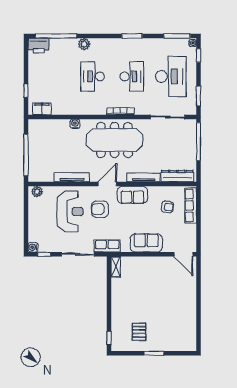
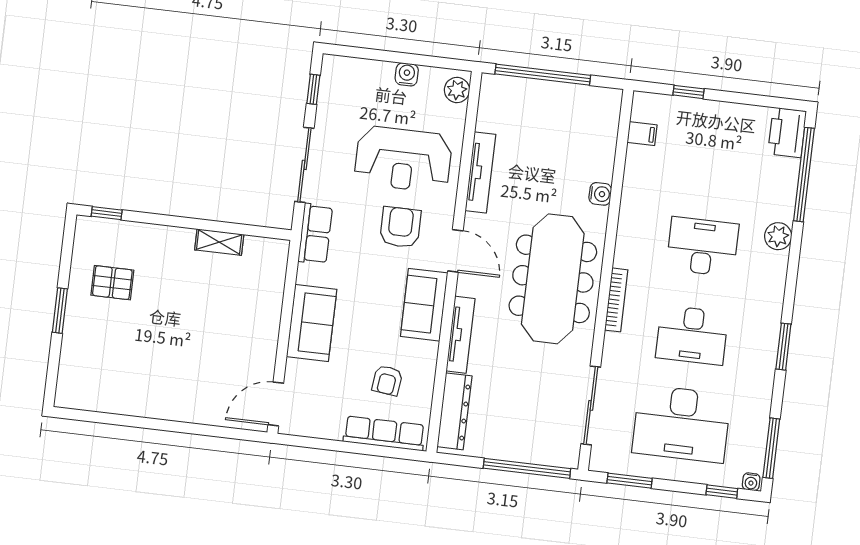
filing cabinet: (42, 109) -> (642, 134), width x0.50
water cooler: (33, 247) -> (407, 74), moved
shelving: (116, 267) -> (219, 242), moved

